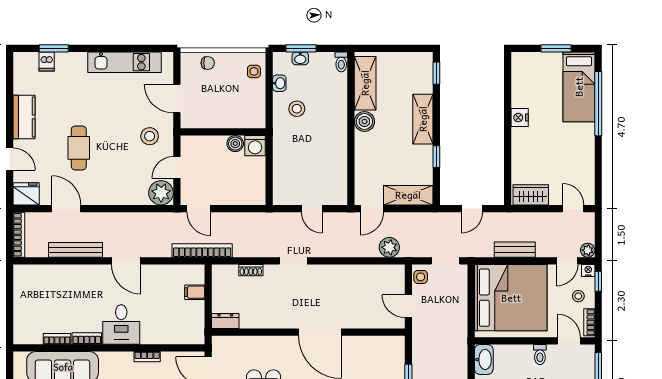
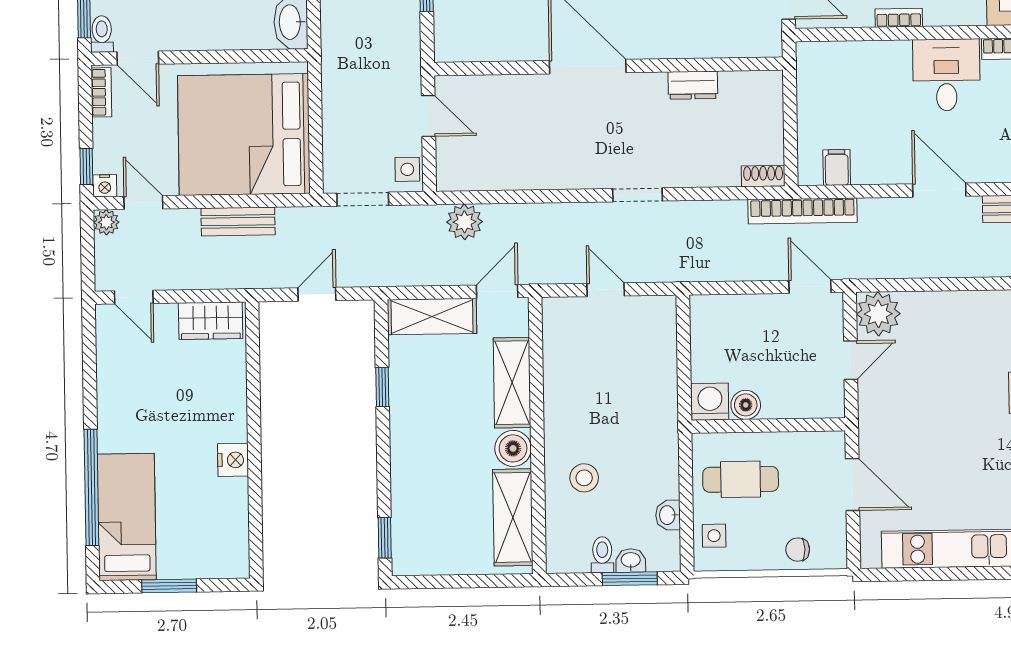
toilet: (341, 62) -> (602, 555), moved
cafe table: (239, 102) -> (741, 479), added
stool: (297, 109) -> (584, 478), moved
shelving: (423, 119) -> (512, 383), moved
stool: (150, 136) -> (901, 416), removed
door: (567, 261) -> (143, 203), hinge flipped
shoe rack: (251, 270) -> (763, 176), moved
filing cabinet: (195, 292) -> (837, 168), moved, turned -90
stool: (578, 296) -> (122, 139), removed
dresser: (225, 321) -> (693, 85), moved
toilet: (540, 355) -> (102, 34), moved

